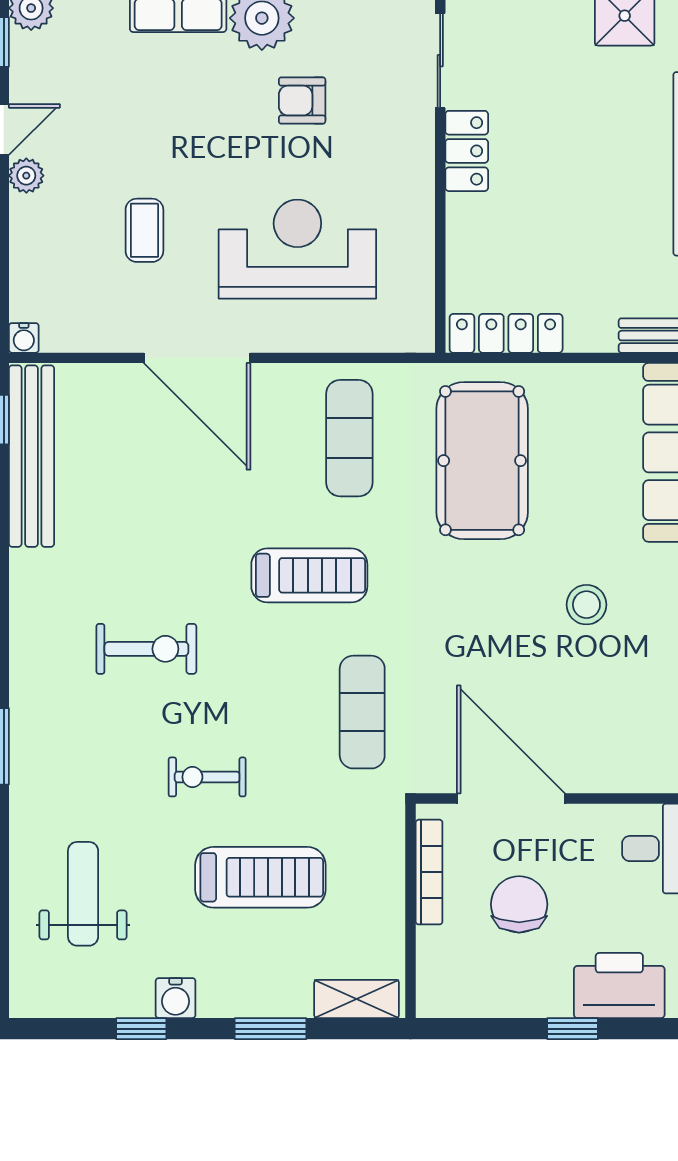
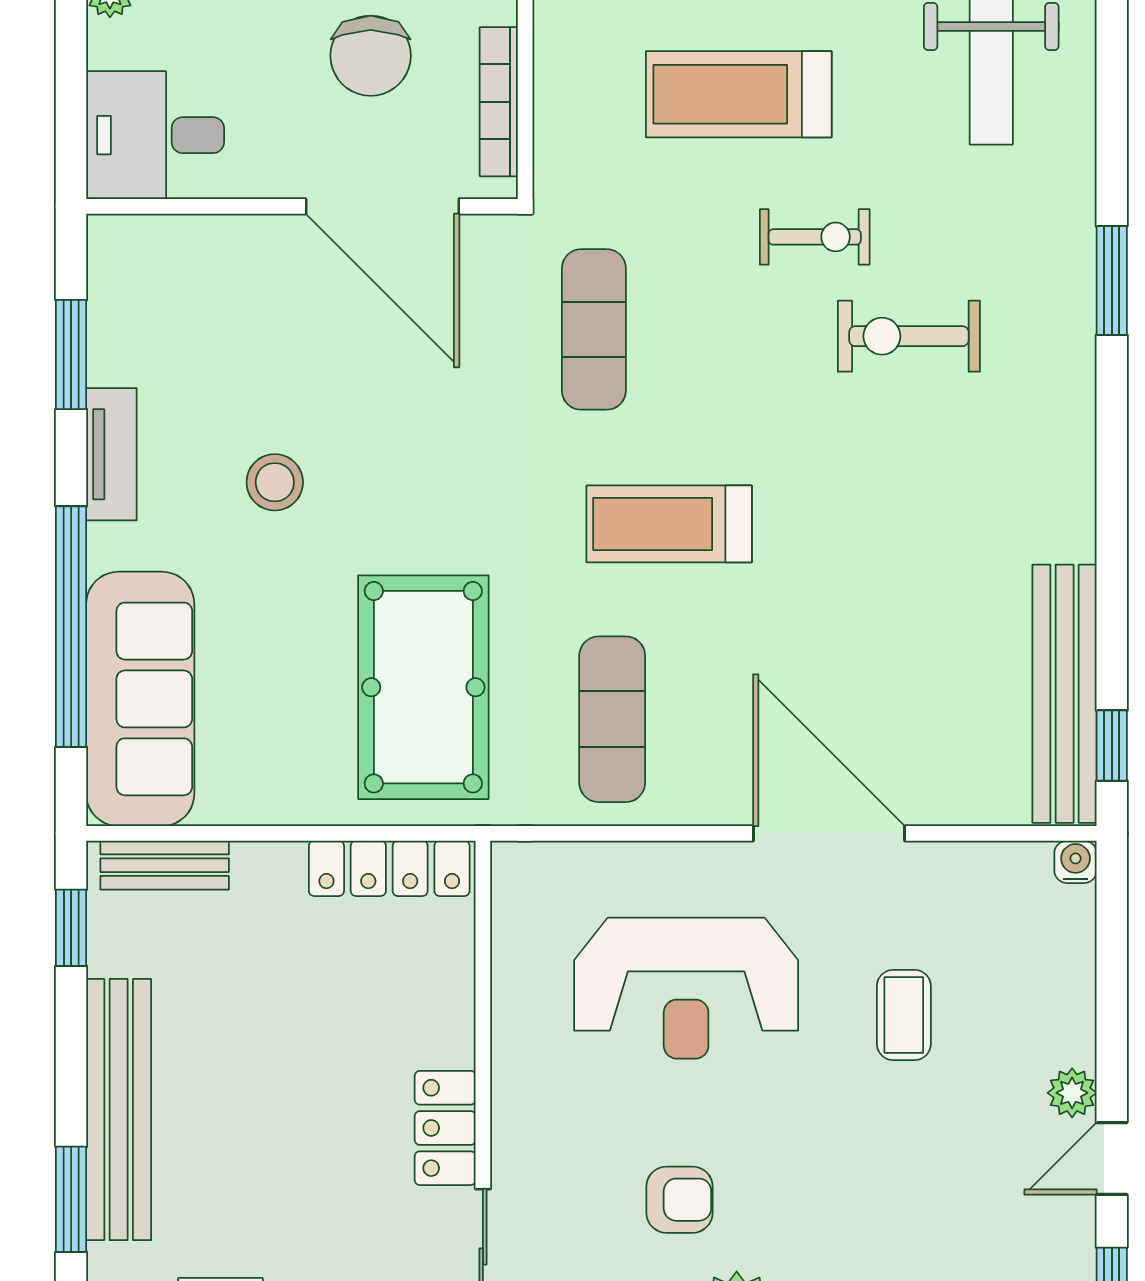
exercise bike: (146, 649) -> (909, 336), moved

